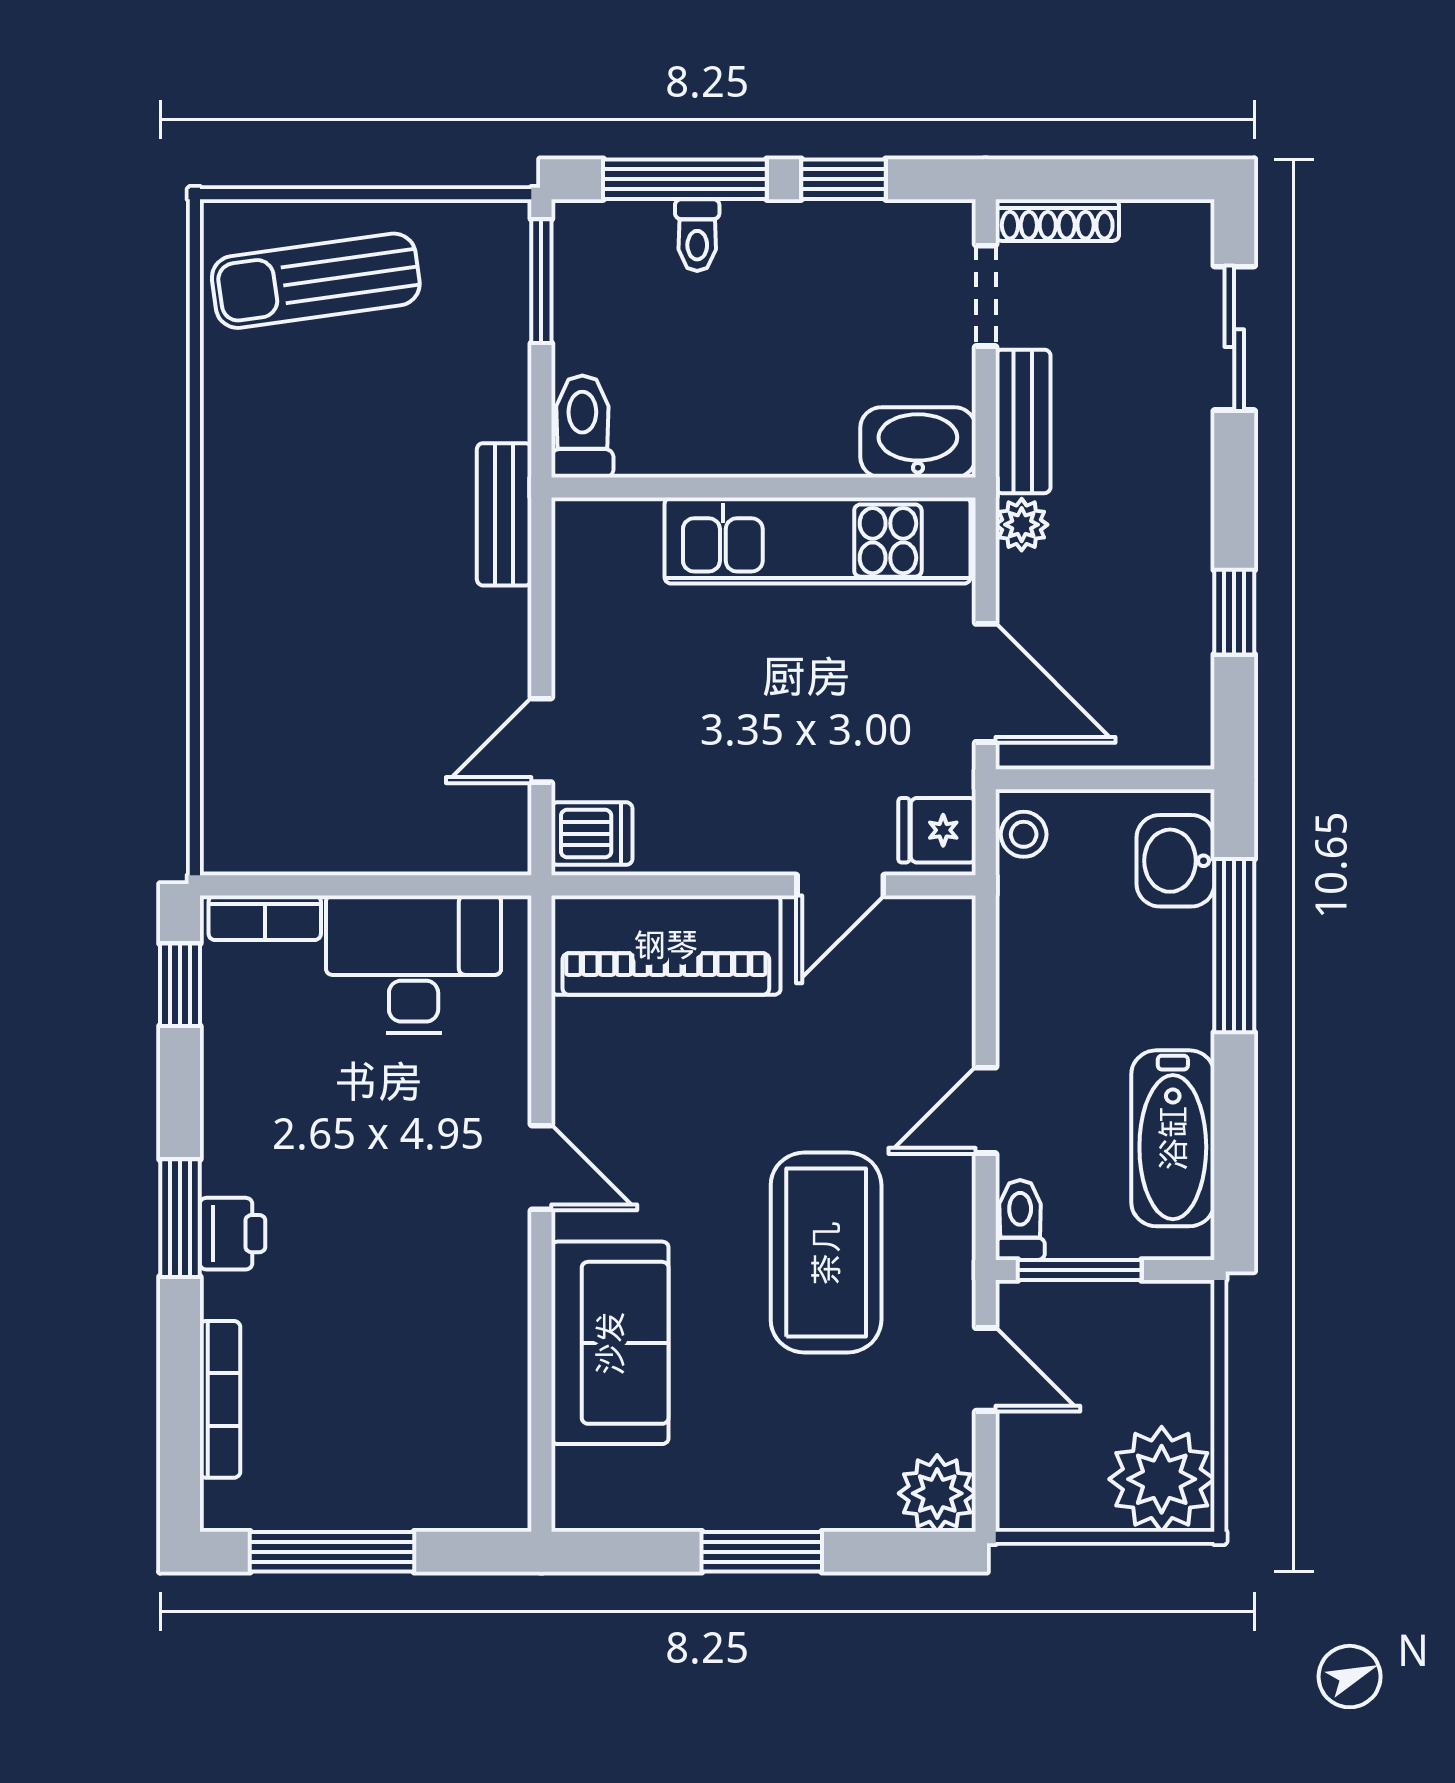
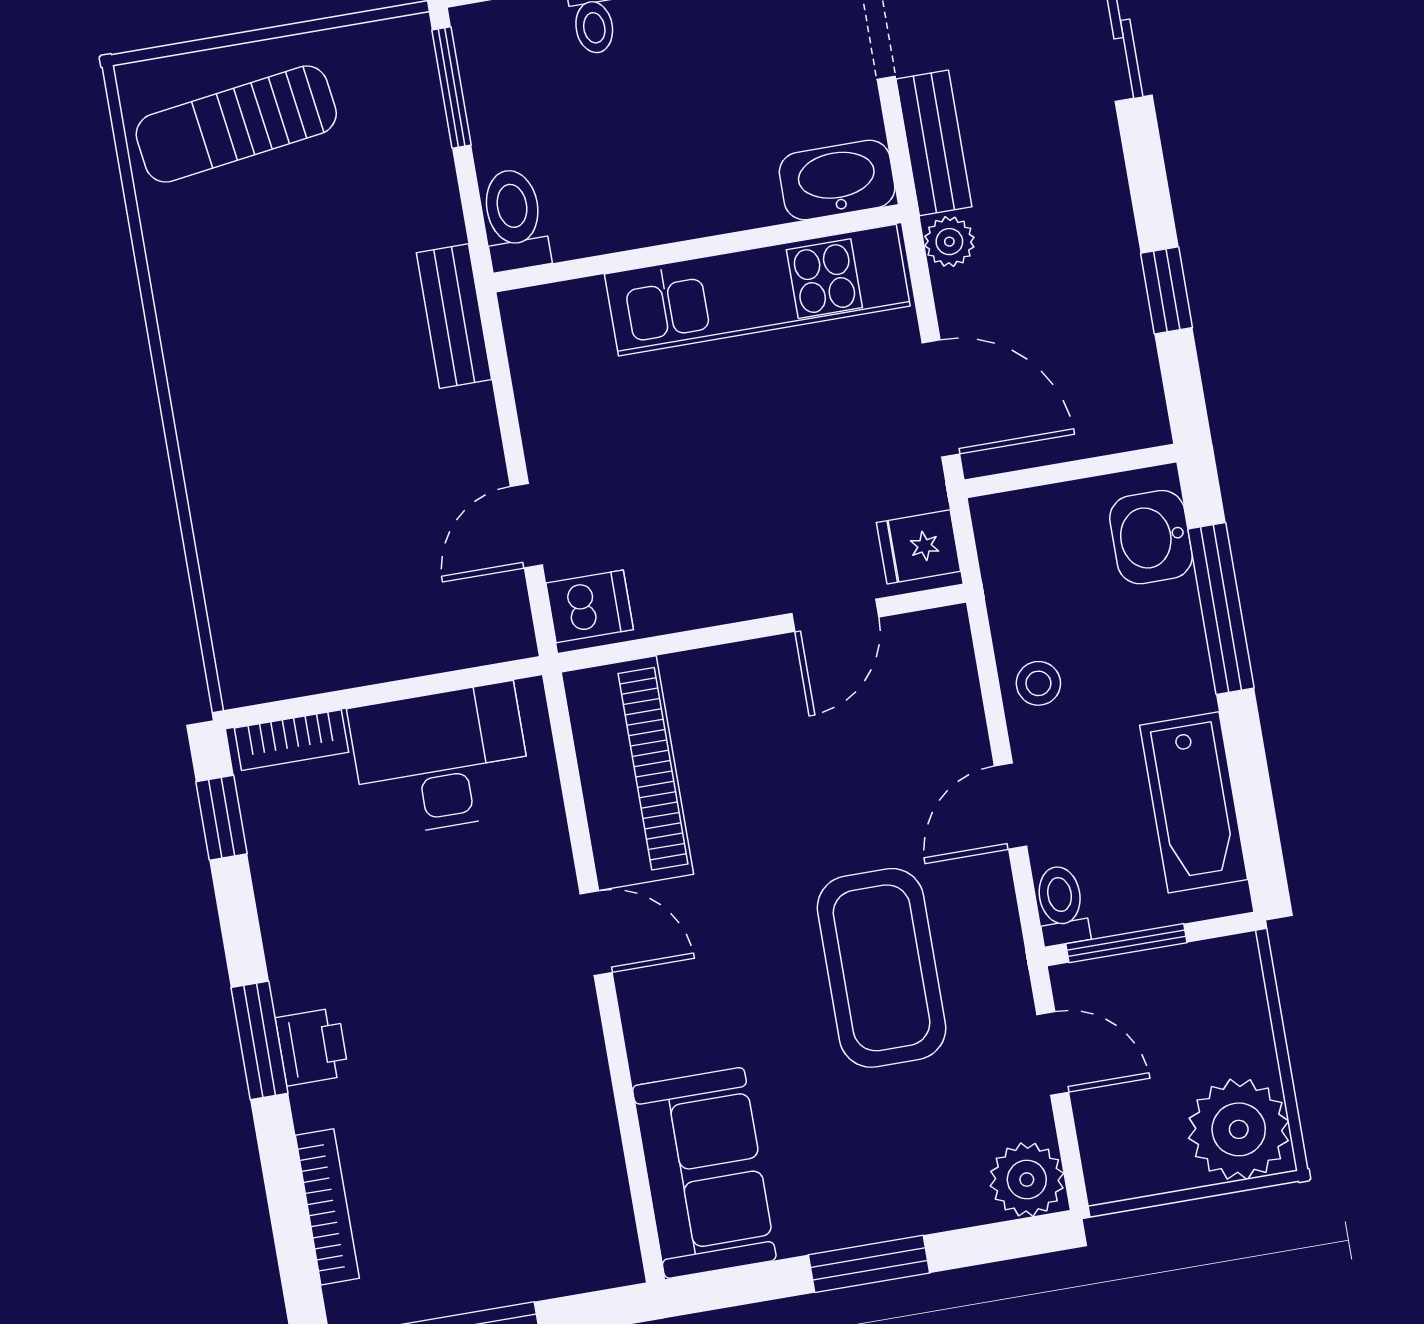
stool: (1024, 834) -> (1038, 683), moved
piano: (666, 945) -> (627, 773), moved, turned -90
sofa: (610, 1343) -> (704, 1173), moved

